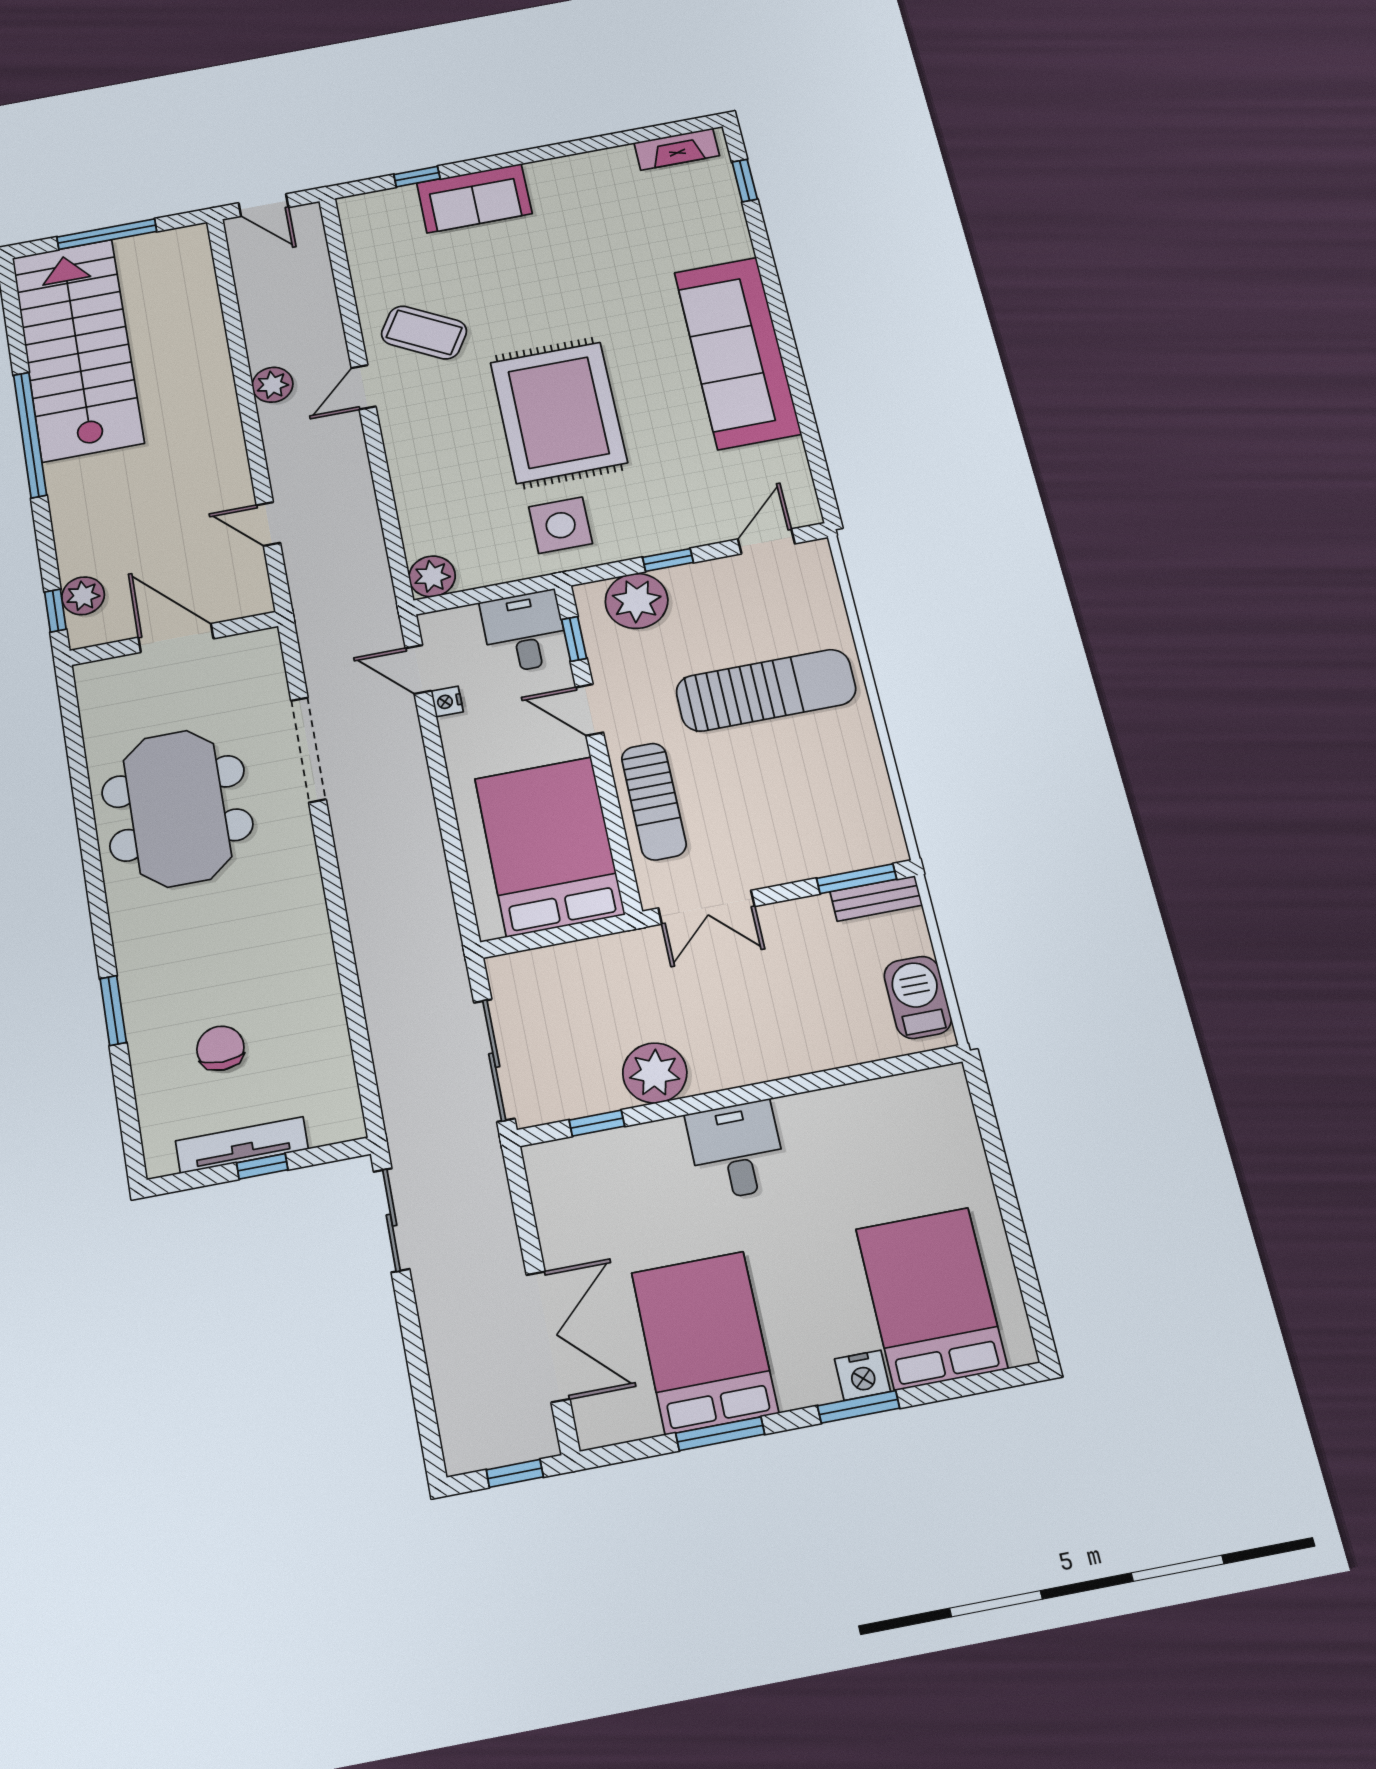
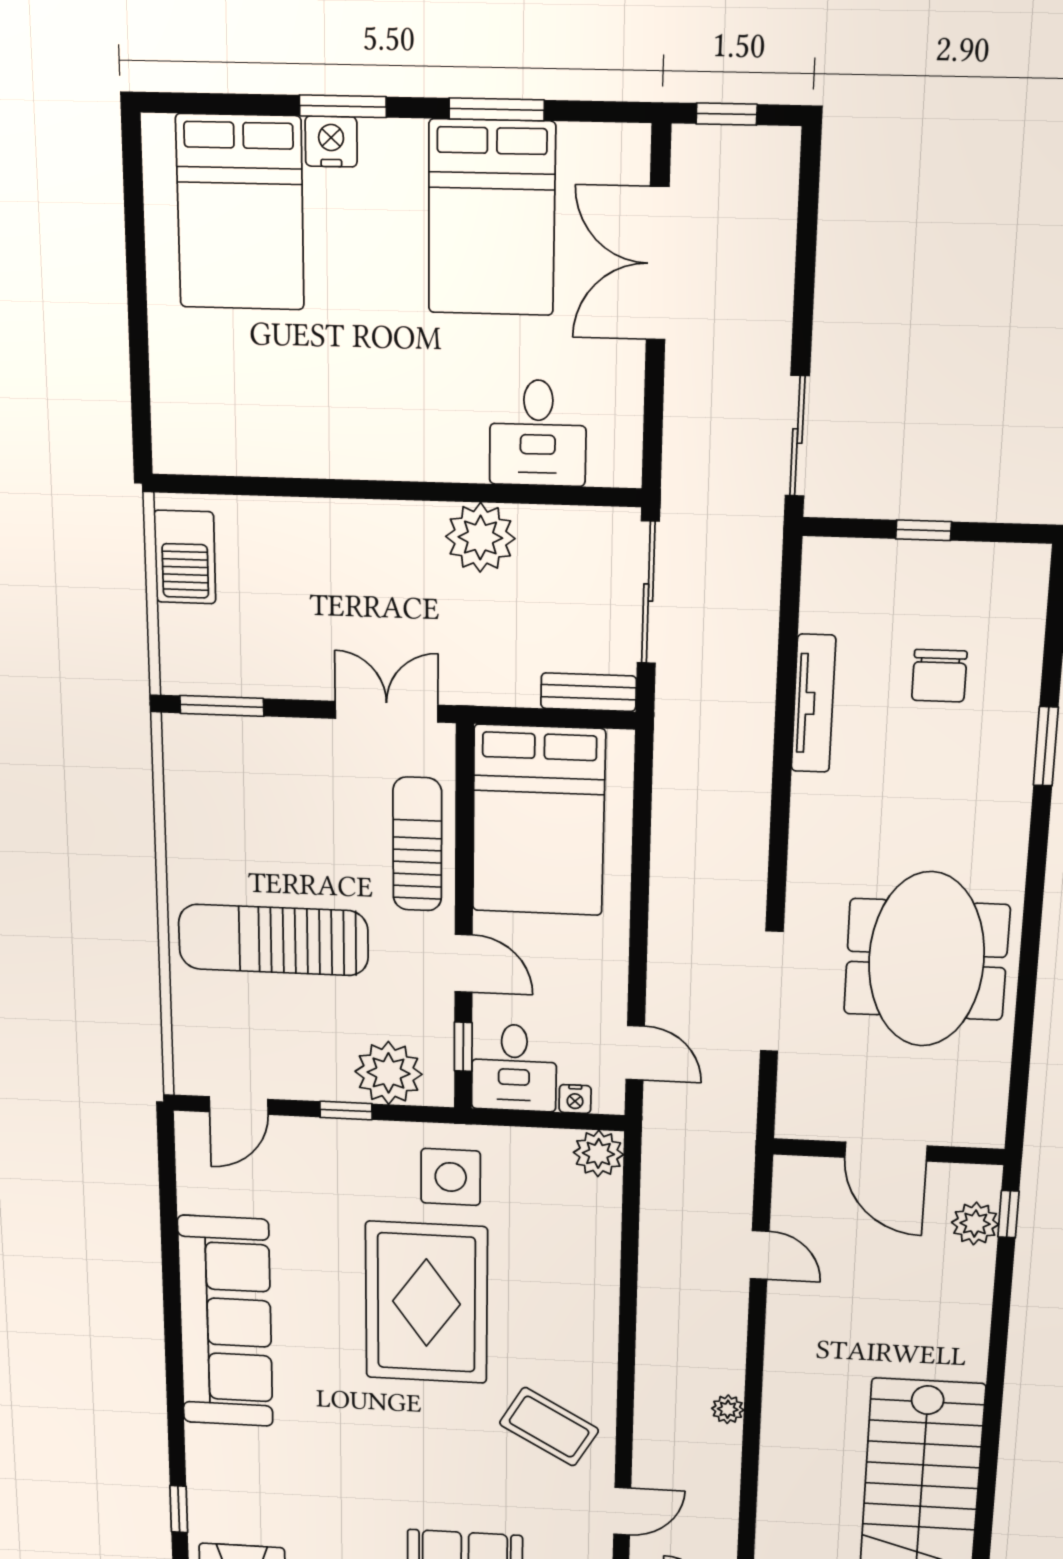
plant: (273, 385) -> (728, 1409), width x0.73, depth x0.73
door: (364, 387) -> (622, 1511), moved
window: (30, 435) -> (992, 1418), removed
nightstand: (447, 701) -> (575, 1099), moved, turned 90
bench: (876, 898) -> (589, 692), moved
window: (597, 1123) -> (554, 495), removed
tv unit: (242, 1145) -> (813, 703), moved, turned -90
desk: (736, 1150) -> (538, 433), moved

